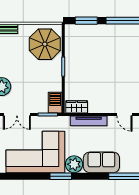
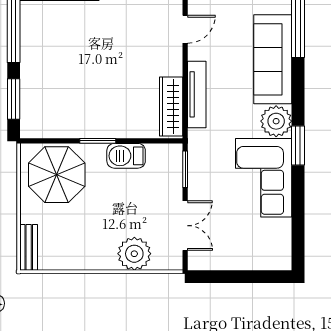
barbecue: (55, 103) -> (126, 156), moved
wardrobe: (77, 107) -> (171, 107), width x1.50
corner sofa: (35, 152) -> (264, 178), width x0.73, depth x0.74
sofa: (101, 162) -> (273, 59), width x1.36

